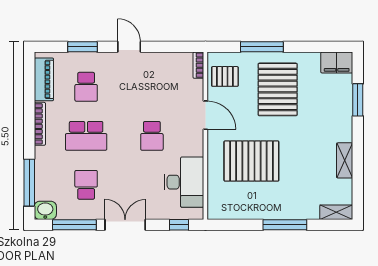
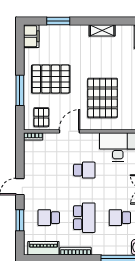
school desk: (86, 87) -> (49, 218), turned 180

